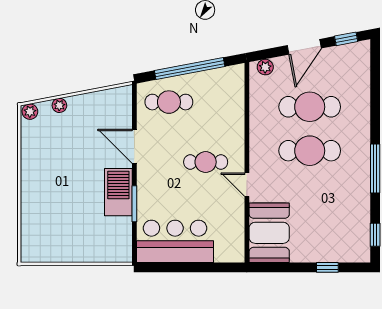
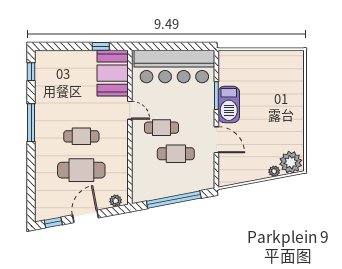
cafe table: (169, 102) -> (176, 154), moved
plant: (30, 112) -> (291, 162), width x1.87, depth x1.87
cafe table: (310, 151) -> (81, 136), width x0.73, depth x0.74
bar counter: (175, 241) -> (174, 66), width x1.36
window: (327, 267) -> (101, 46), moved

